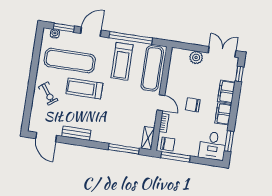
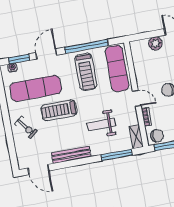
weight bench: (119, 115) -> (101, 124), added
bench: (76, 133) -> (71, 155), width x1.36

